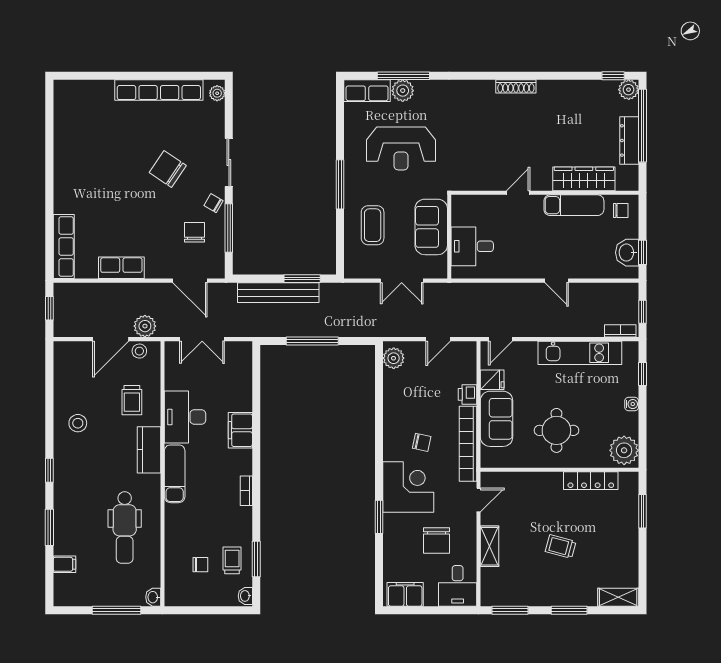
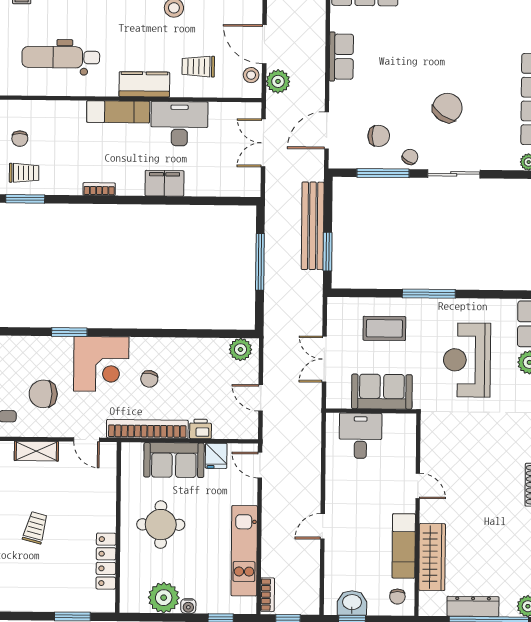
plant: (624, 450) -> (164, 598), moved

